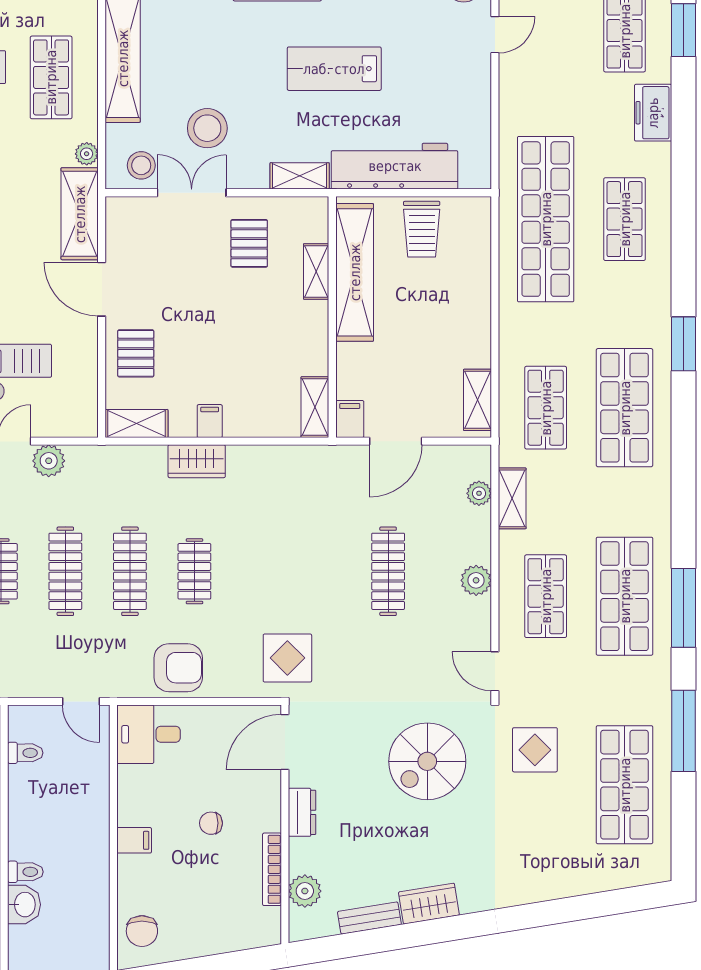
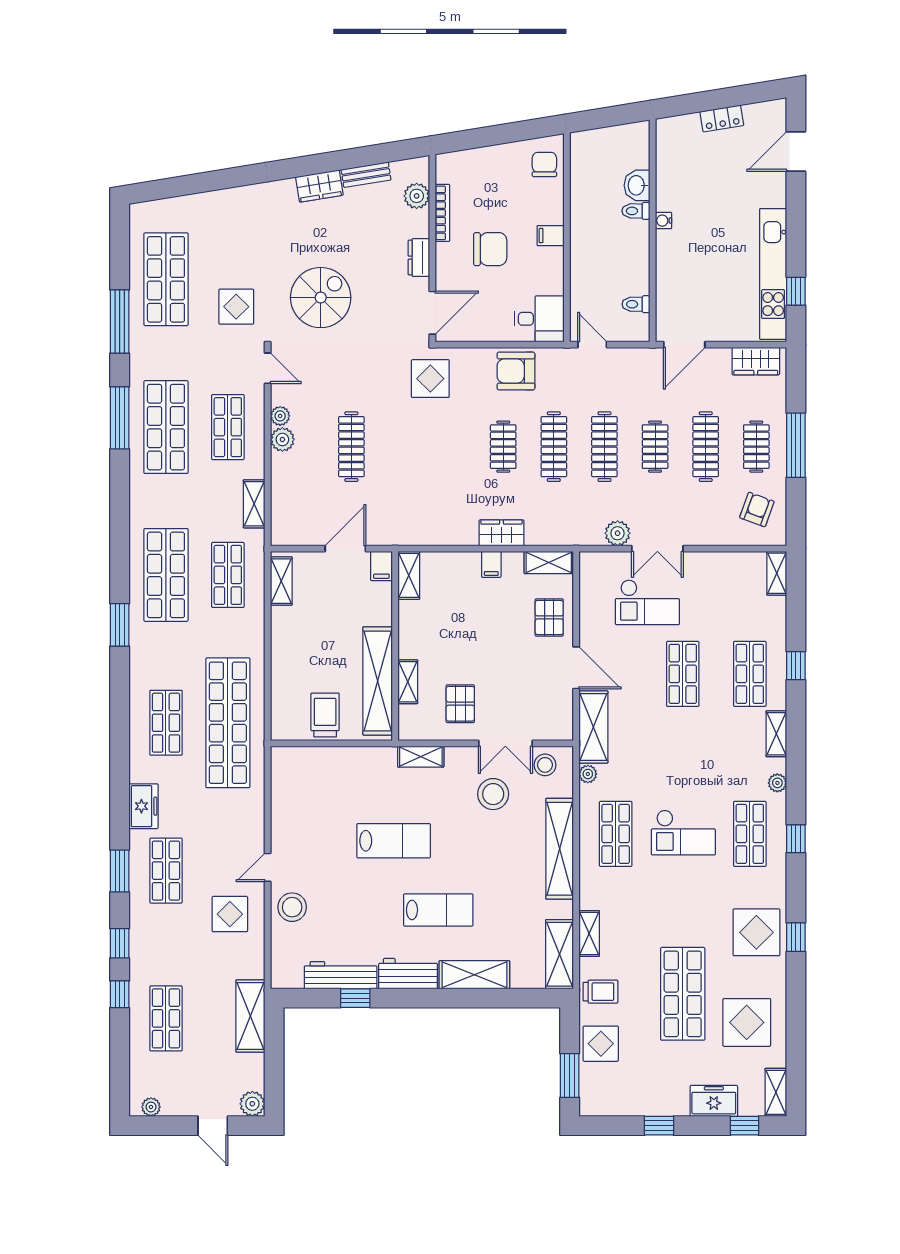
workbench: (395, 166) -> (346, 764), removed
plant: (479, 493) -> (280, 416), moved
chair: (211, 823) -> (490, 249), width x1.87, depth x1.87

